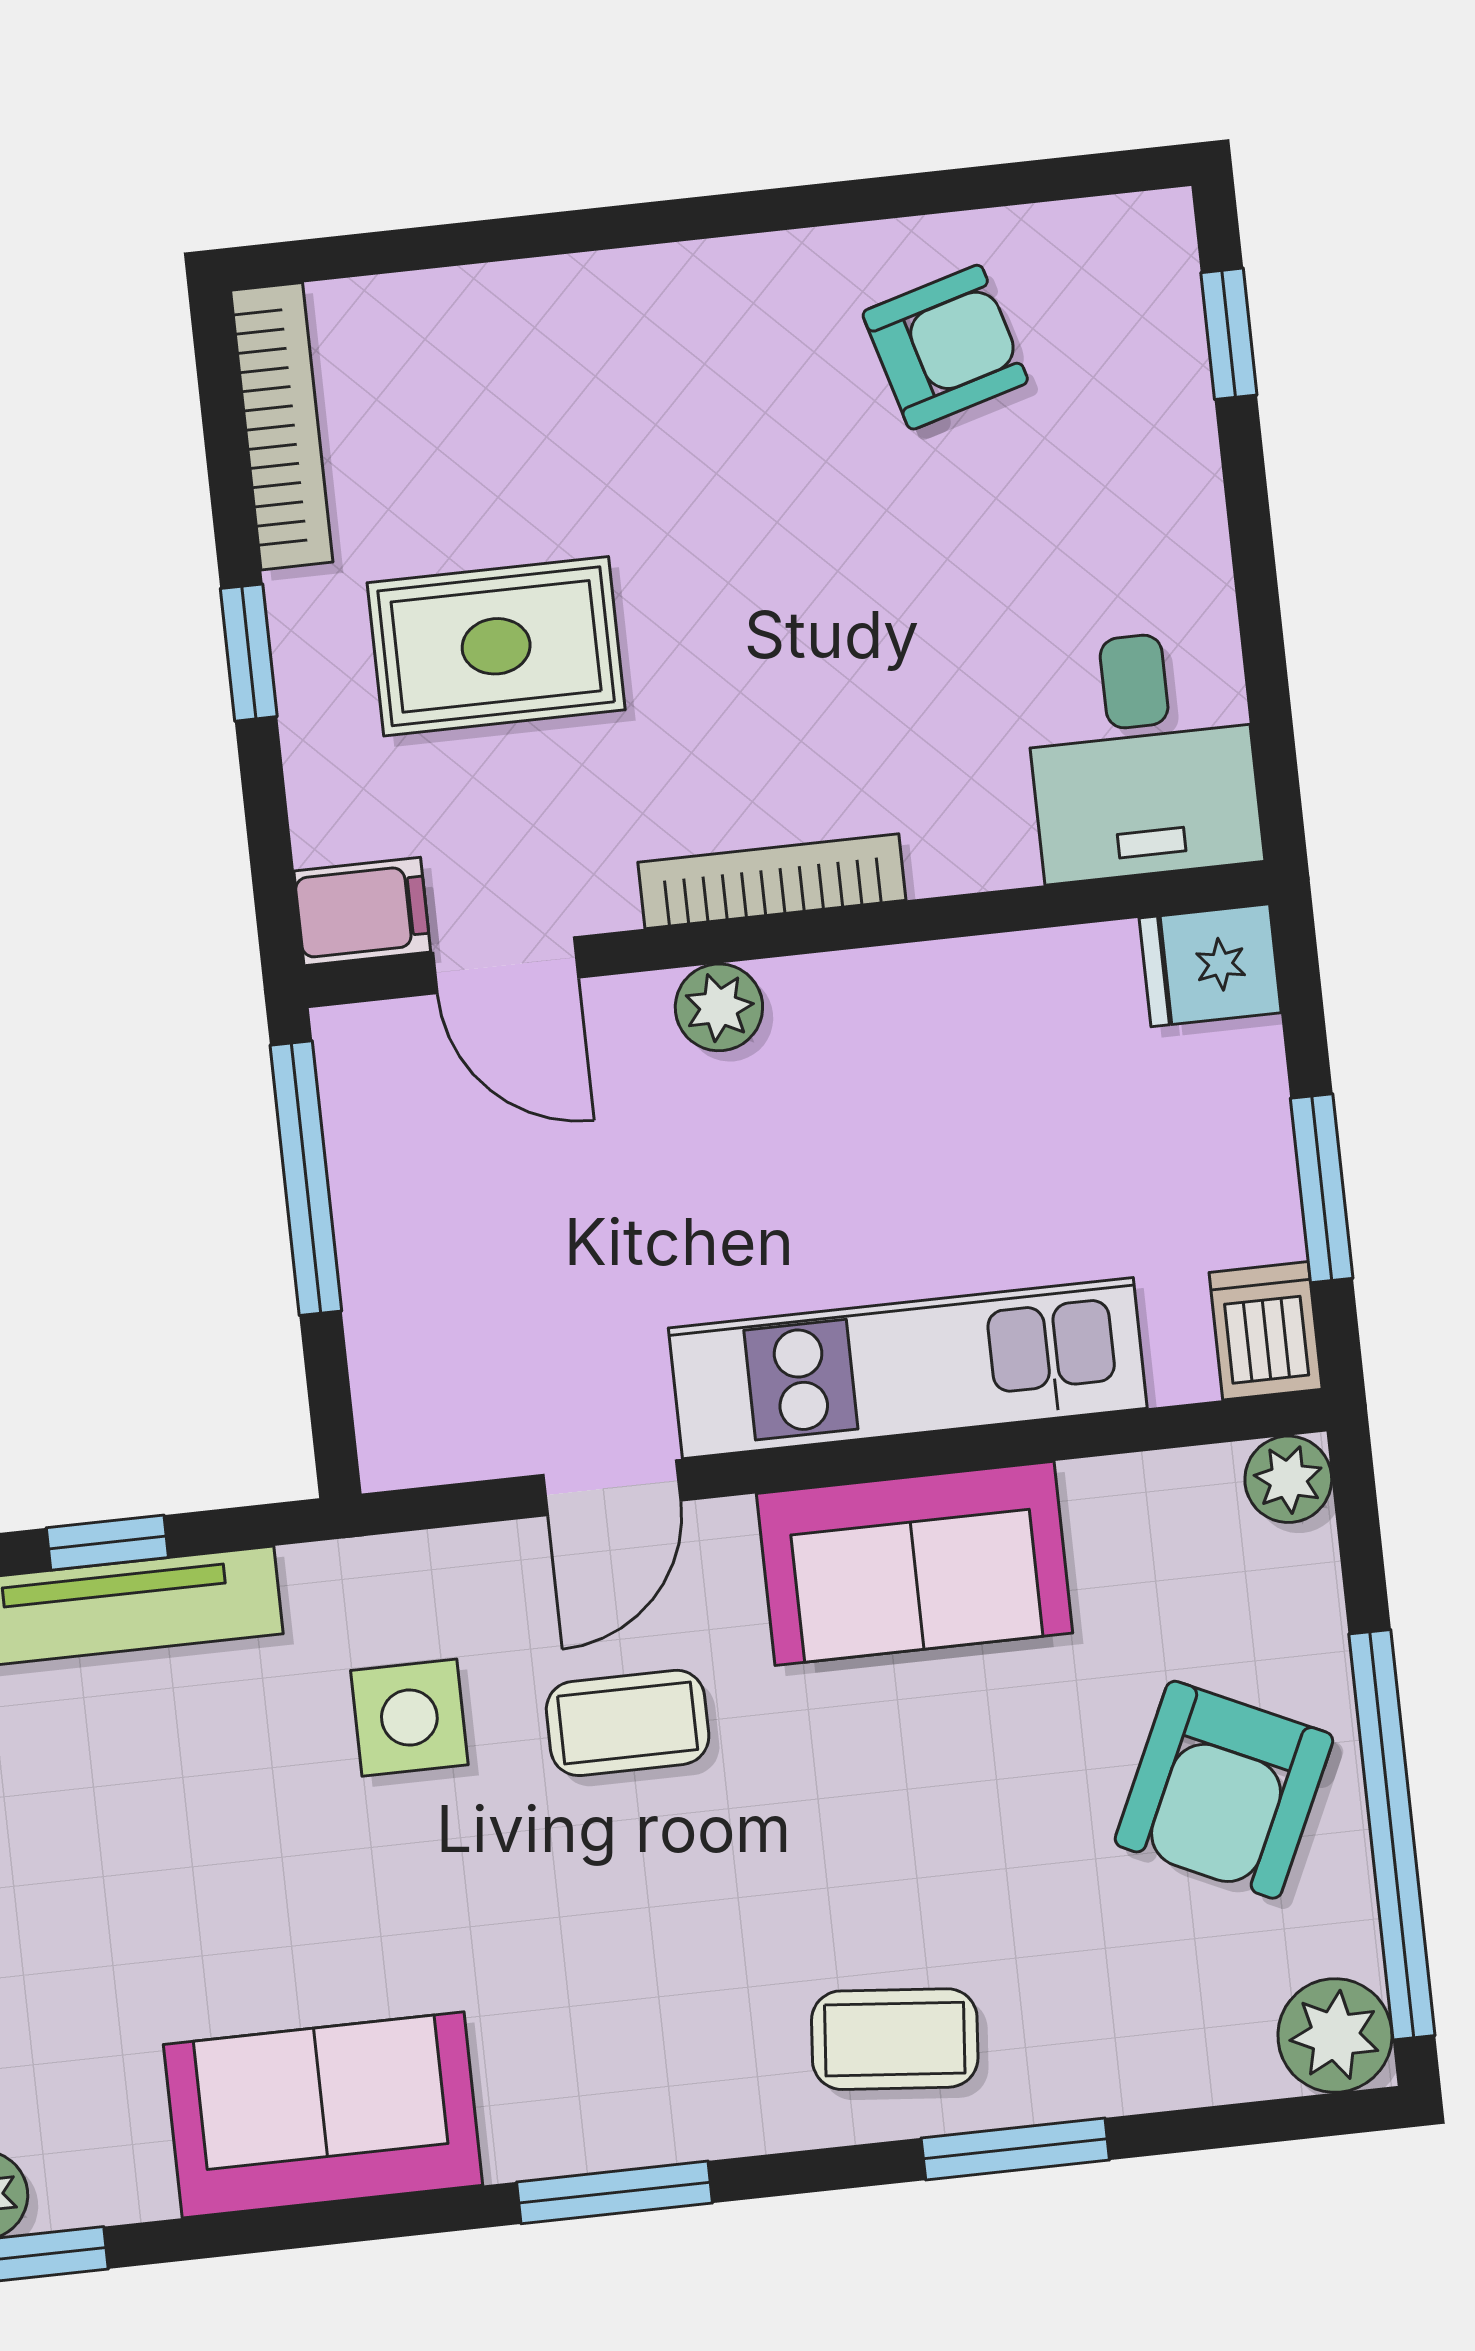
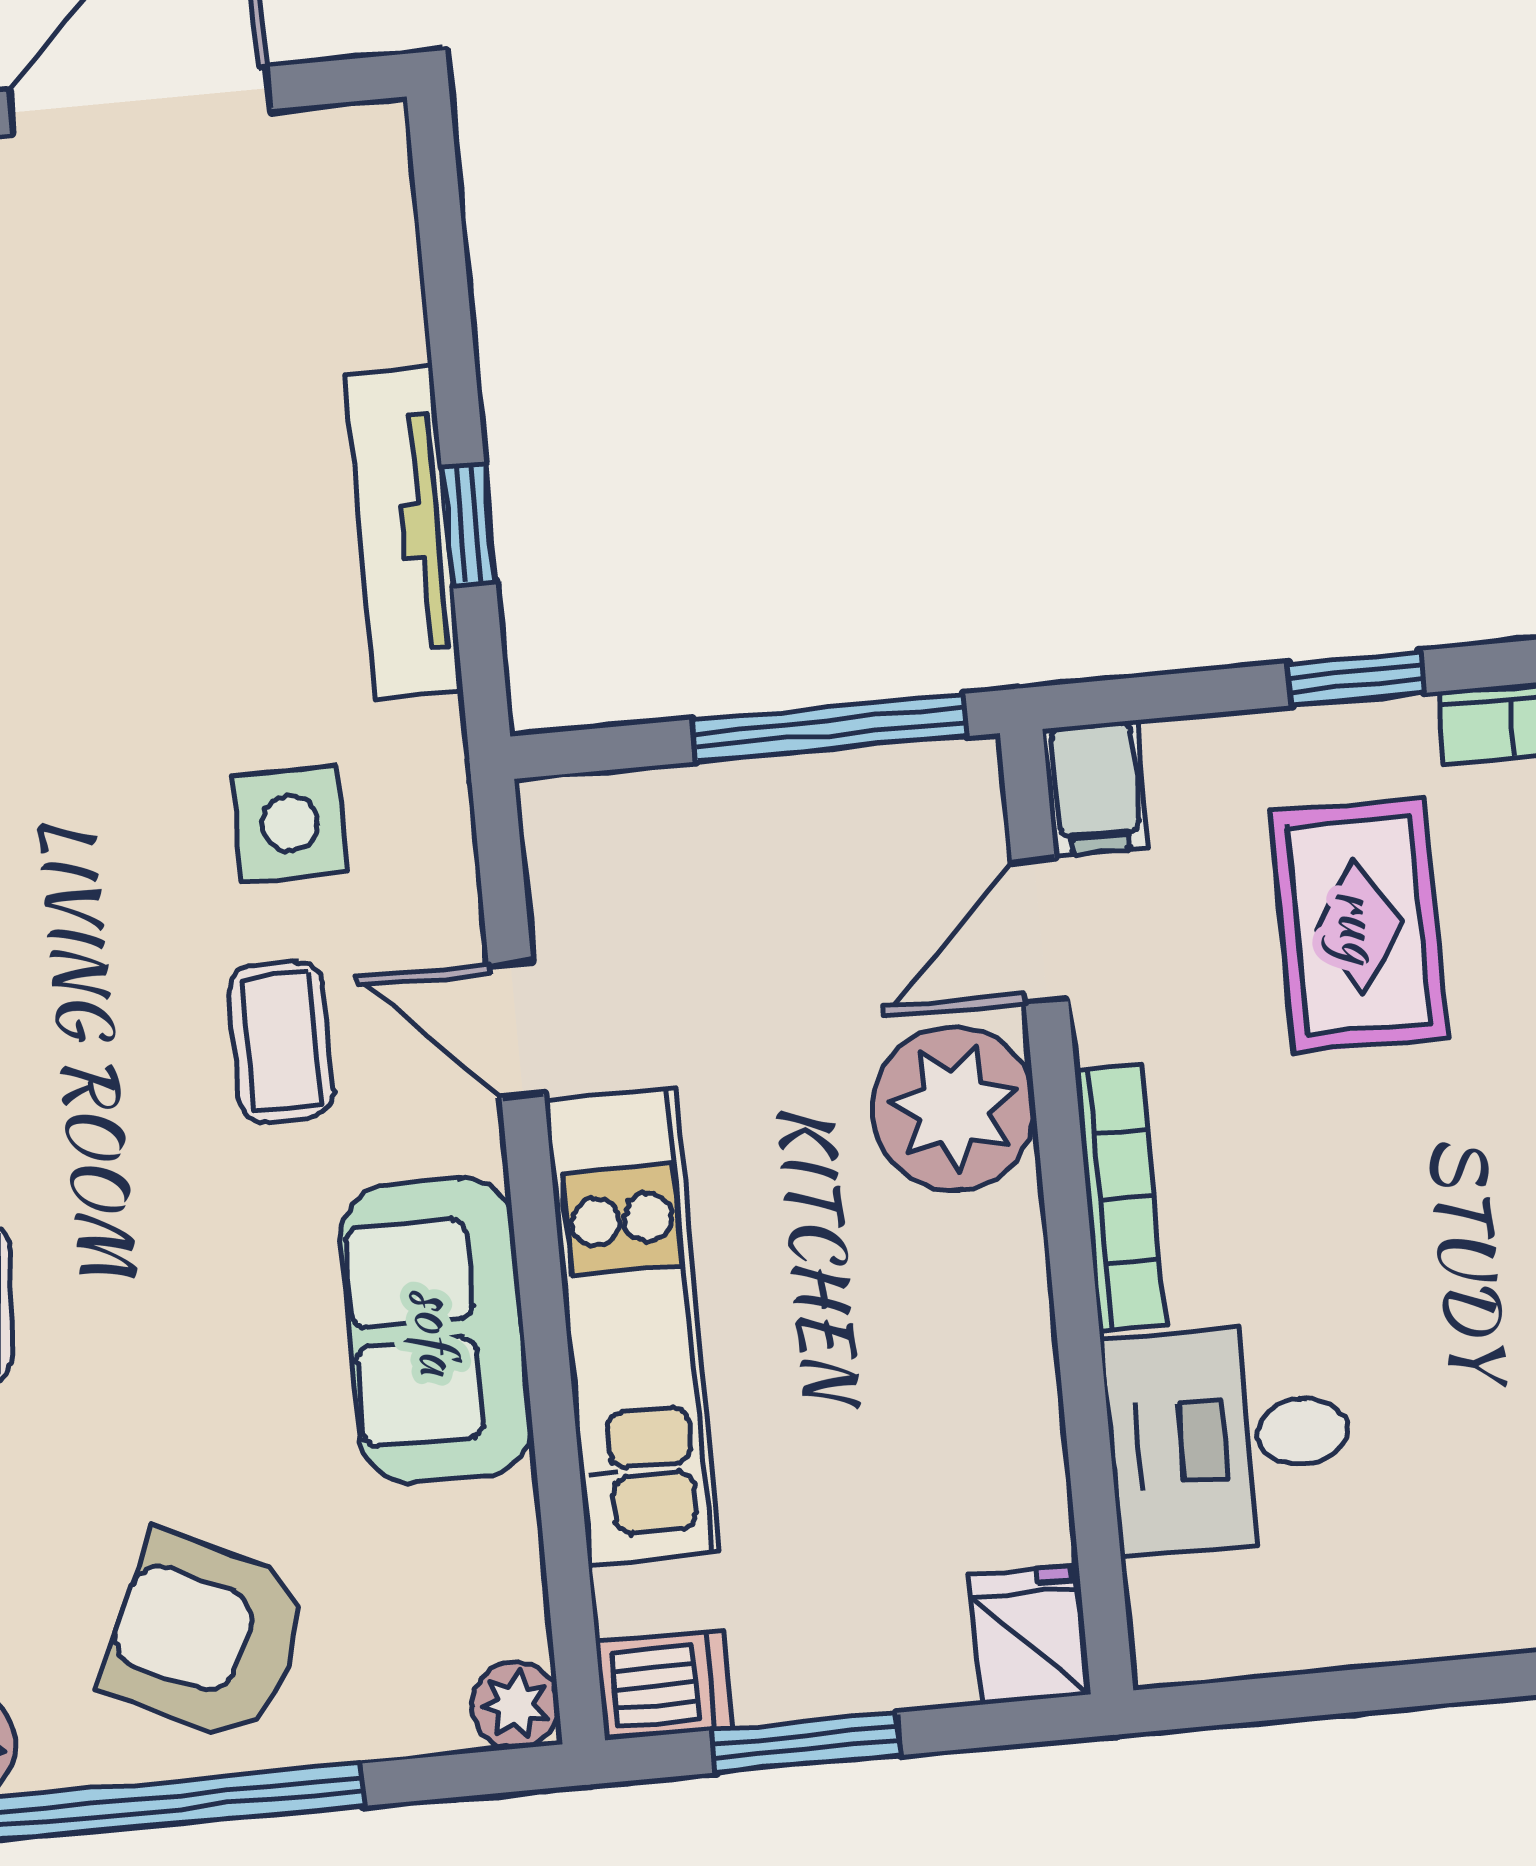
desk: (1142, 755) -> (1229, 1438), moved
plant: (719, 1007) -> (953, 1109), width x1.87, depth x1.87

